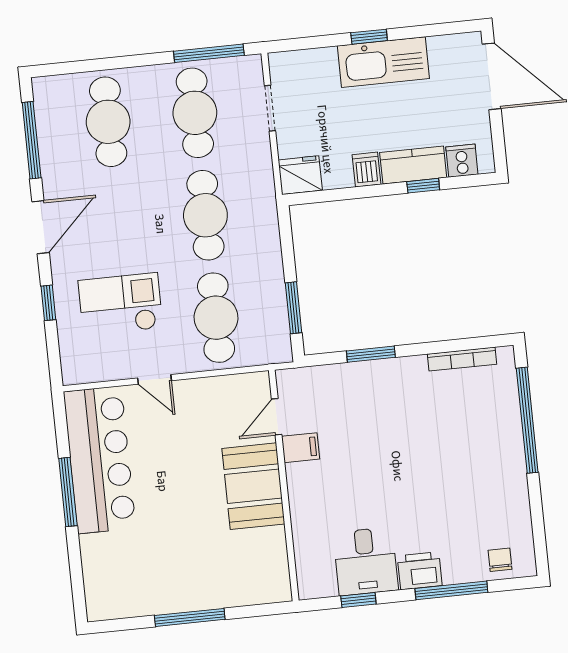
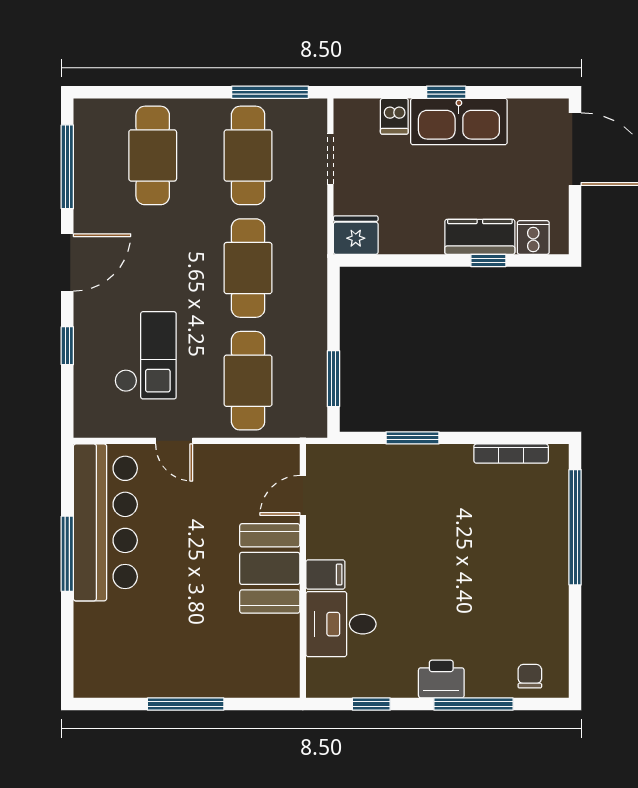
dishwasher: (367, 169) -> (394, 116), moved, turned 180
checkout: (120, 304) -> (146, 355), turned 90
filing cabinet: (301, 448) -> (325, 574), moved
desk: (366, 561) -> (341, 624), moved, turned 90

